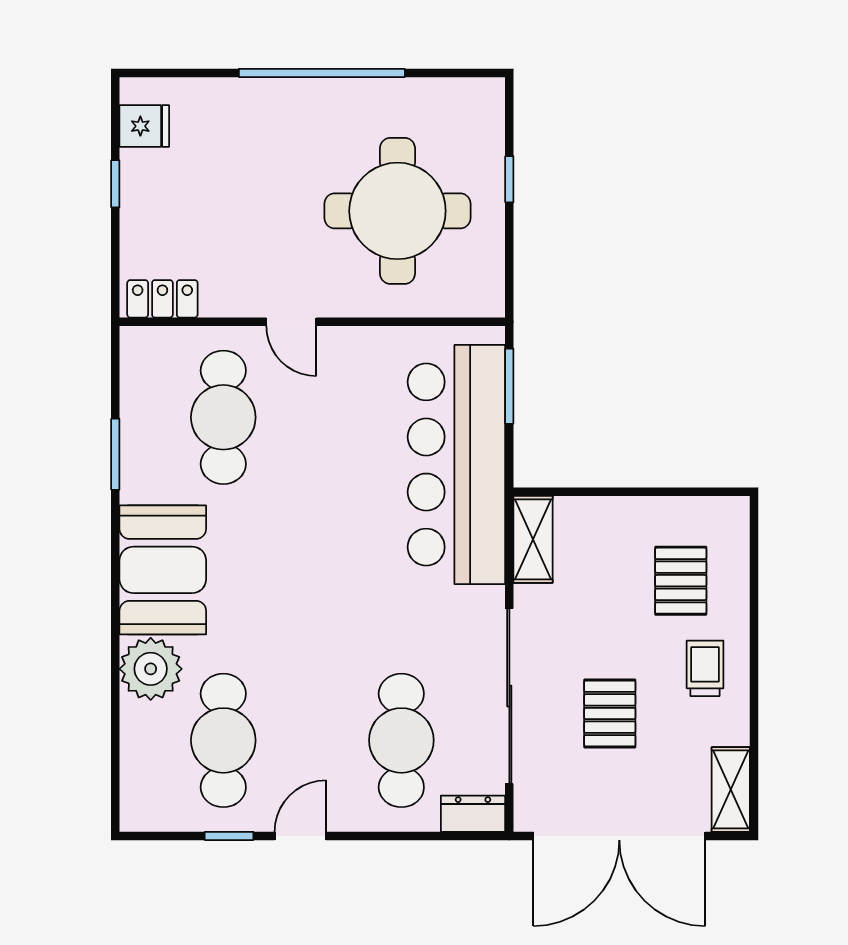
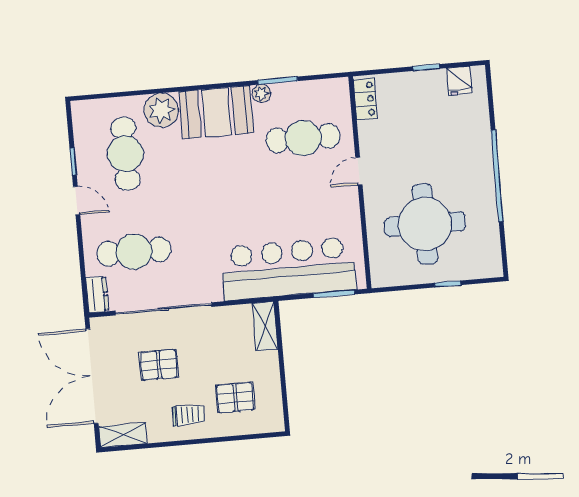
plant: (136, 485) -> (261, 93), added
shelving: (533, 539) -> (265, 326), moved, turned 90
cafe table: (223, 740) -> (125, 154), turned 90

